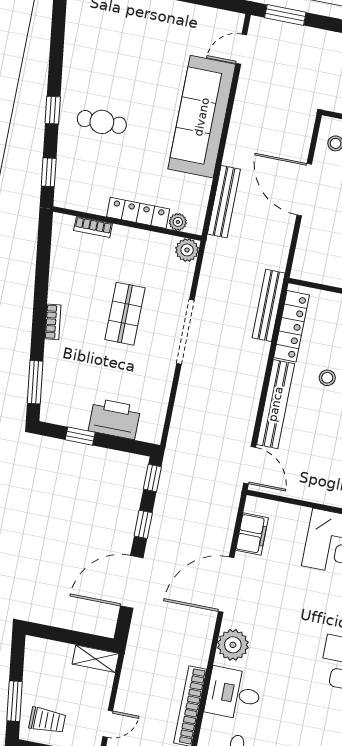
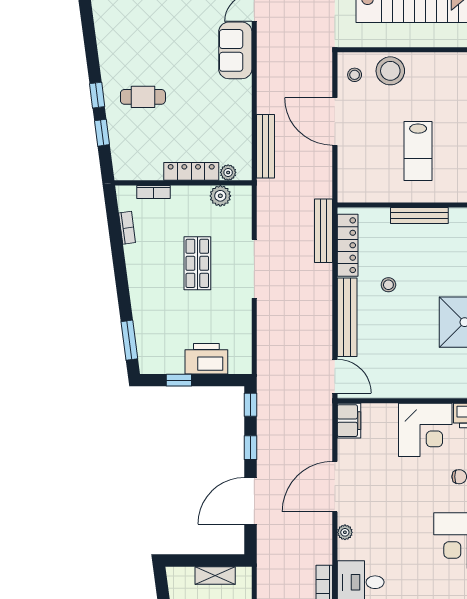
sofa: (202, 117) -> (235, 50), width x0.54, depth x0.79
window: (49, 172) -> (102, 133), moved
plant: (187, 250) -> (220, 196), moved
bookcase: (53, 322) -> (127, 228), moved
filing cabinet: (252, 534) -> (349, 421), moved
plant: (233, 645) -> (345, 532), width x0.53, depth x0.53
shelving: (96, 659) -> (215, 576), moved

